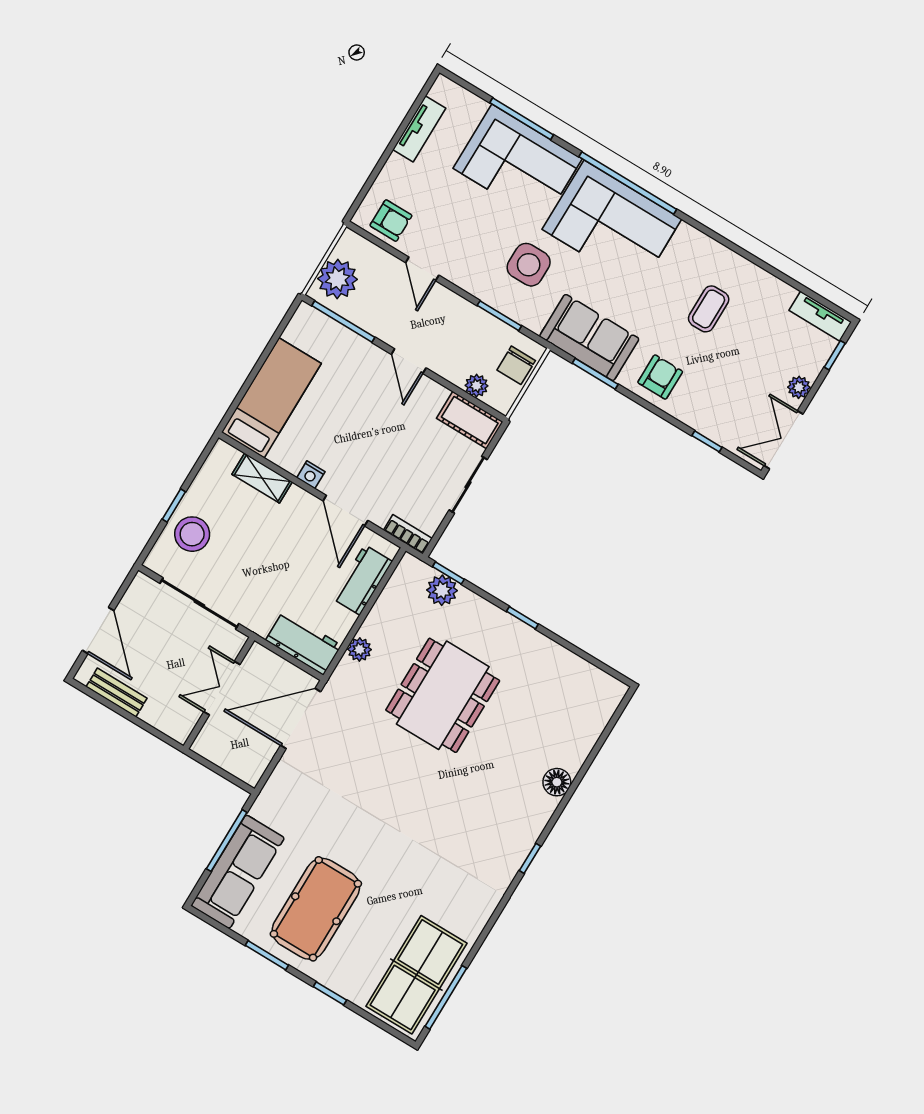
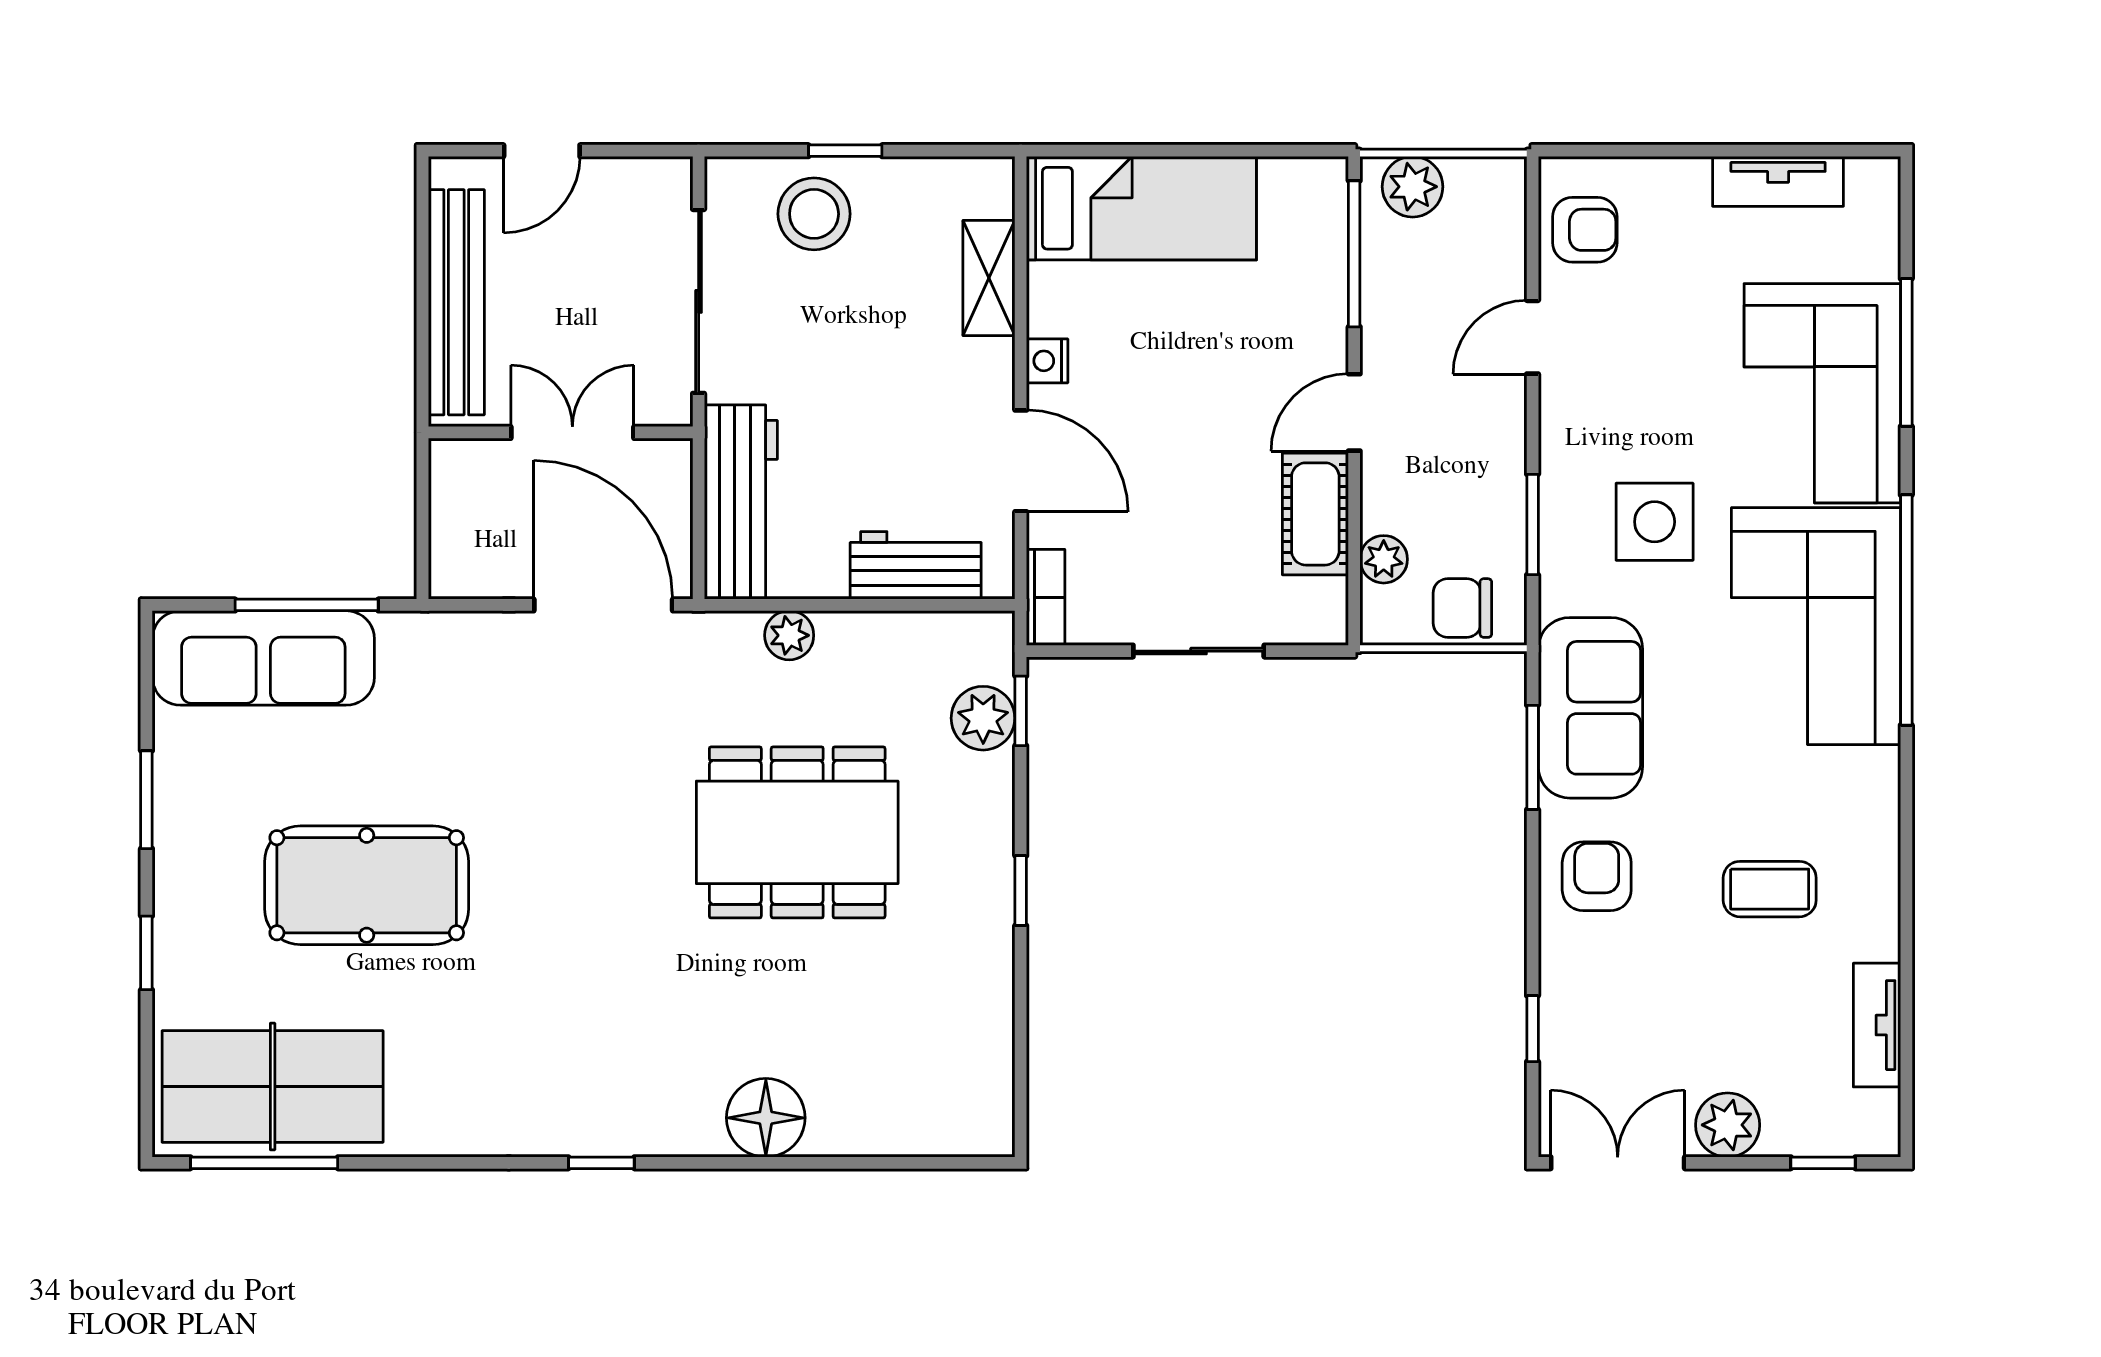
armchair: (391, 221) -> (1585, 230), turned -90
plant: (338, 279) -> (1413, 187), width x0.73, depth x0.73
tv unit: (820, 316) -> (1877, 1025), moved
armchair: (660, 377) -> (1597, 876), turned -90
plant: (799, 387) -> (1728, 1125), width x1.38, depth x1.38
cot: (470, 420) -> (1315, 514), moved
door: (345, 511) -> (1021, 461), swing flipped
door: (98, 630) -> (542, 151), width x0.73
workbench: (303, 643) -> (741, 502), width x1.38
bench: (117, 693) -> (456, 302), width x1.86, depth x1.21
floor lamp: (557, 782) -> (766, 1118), width x1.38, depth x1.38
pool table: (316, 909) -> (367, 885), moved

